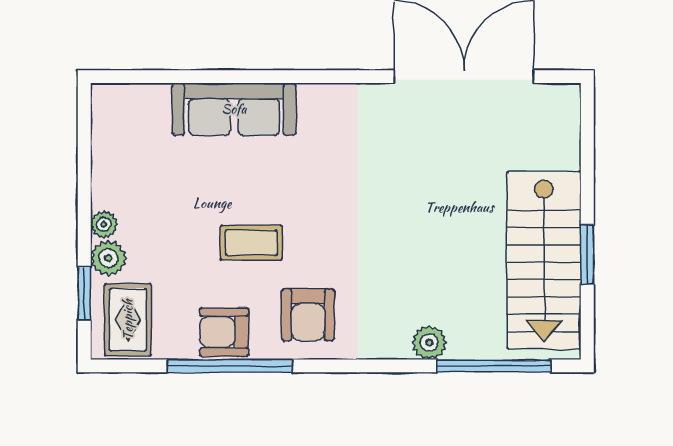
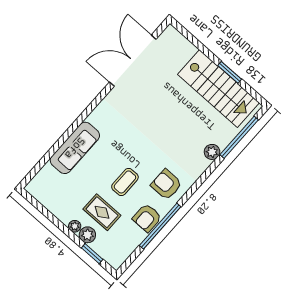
armchair: (308, 315) -> (166, 184), turned 180
rug: (128, 320) -> (102, 212), moved

